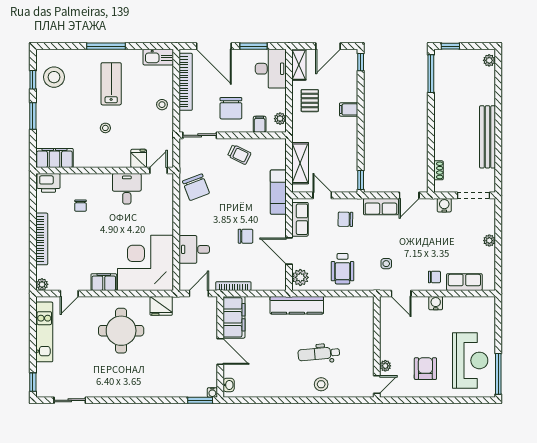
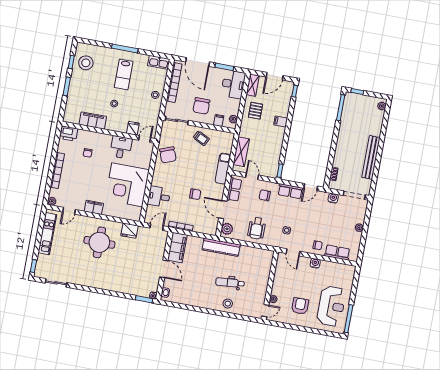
lab bench: (111, 84) -> (124, 74), turned 180
filing cabinet: (54, 158) -> (93, 121), moved
corner desk: (145, 263) -> (127, 185), moved, turned -90

